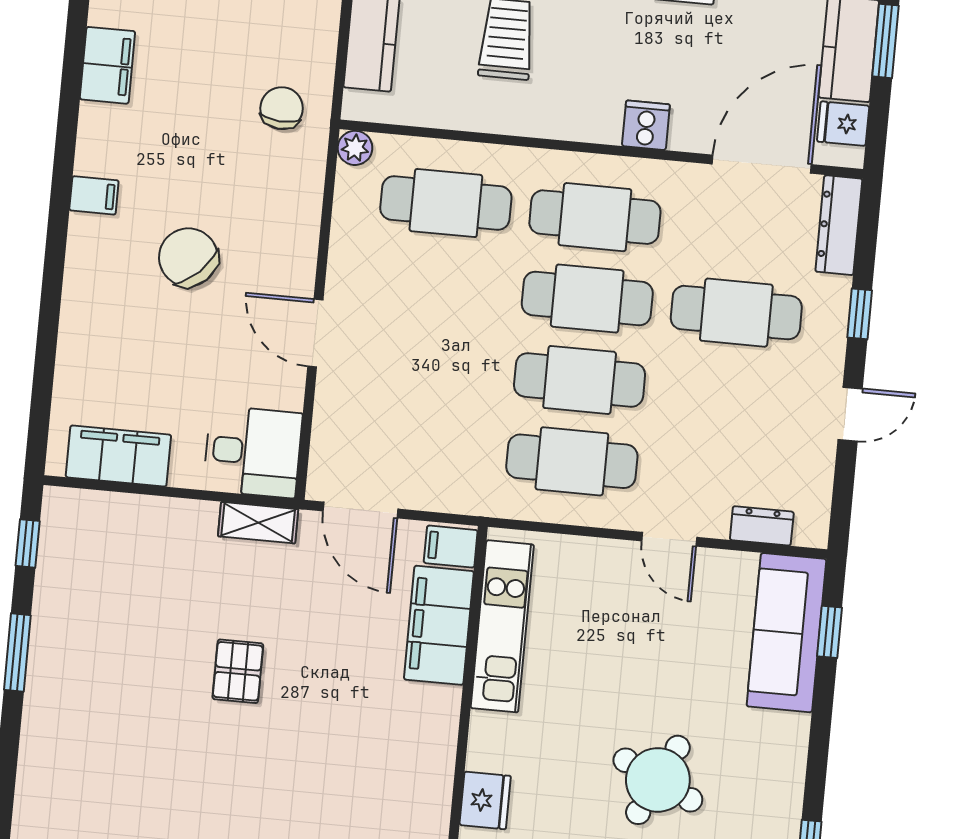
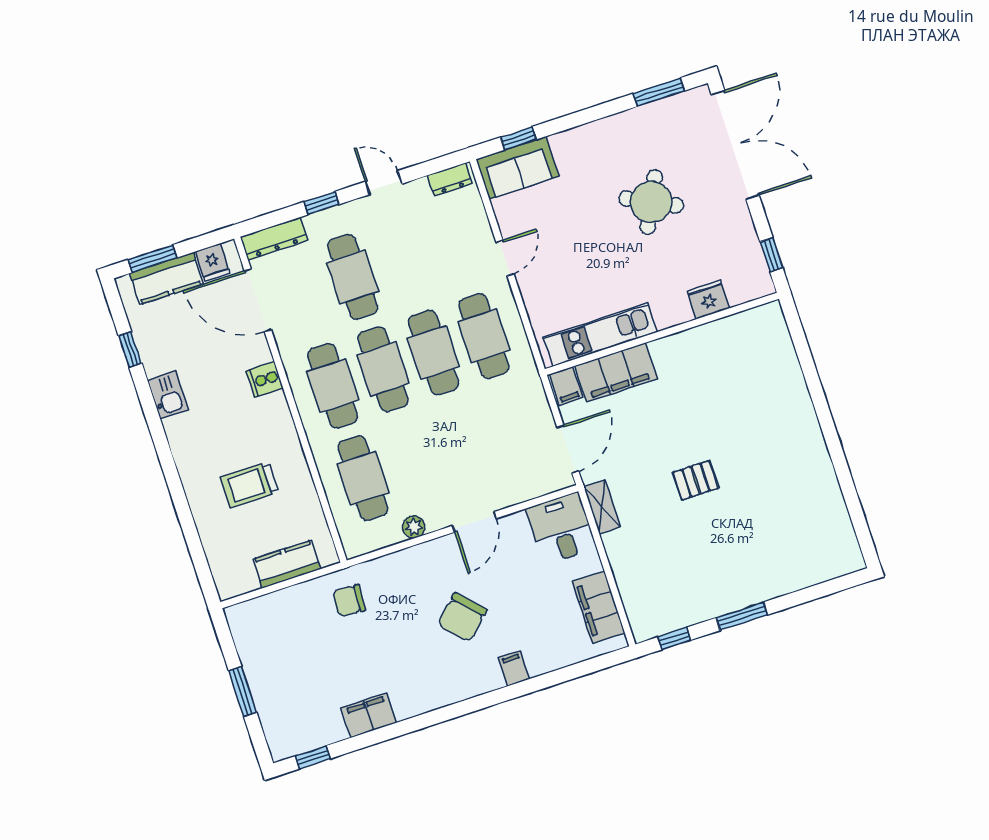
plant: (355, 148) -> (414, 527), moved
filing cabinet: (94, 195) -> (514, 668), moved
dresser: (762, 526) -> (450, 179), moved, turned -90
sofa: (786, 633) -> (517, 168), width x0.73

